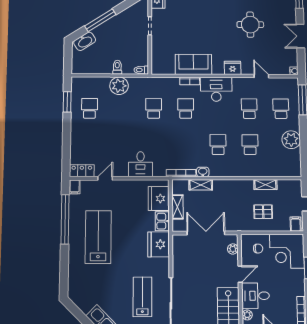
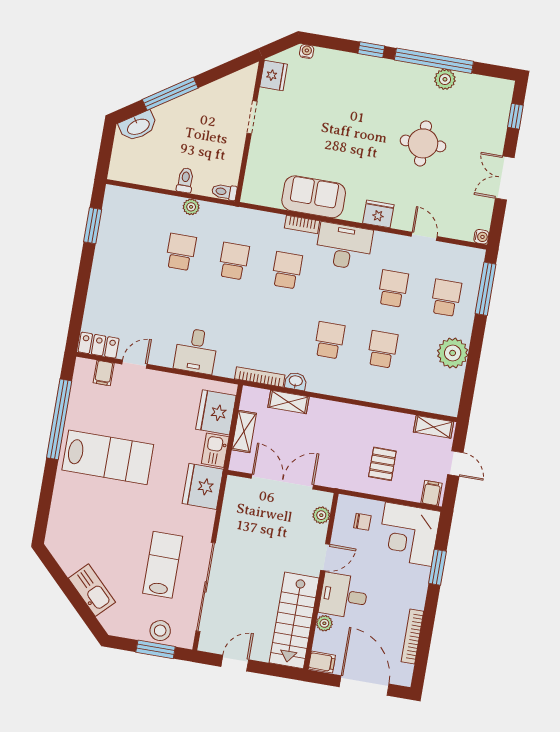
plant: (119, 86) -> (191, 207), width x0.53, depth x0.53
school desk: (89, 108) -> (181, 252), moved
shelving: (265, 185) -> (433, 427), moved
filing cabinet: (75, 187) -> (104, 373), moved
pallet: (263, 212) -> (382, 464), turned 90
lab bench: (98, 237) -> (108, 457), turned 90

